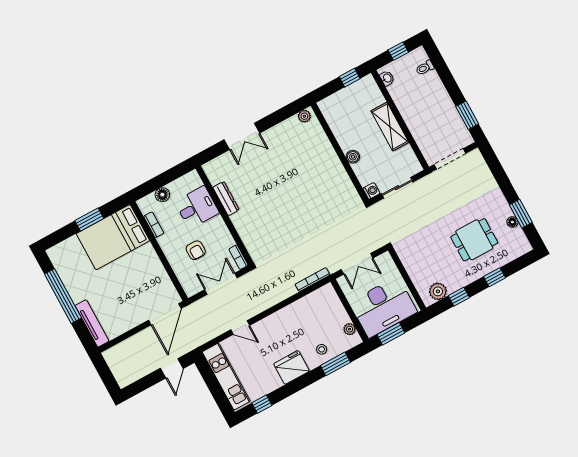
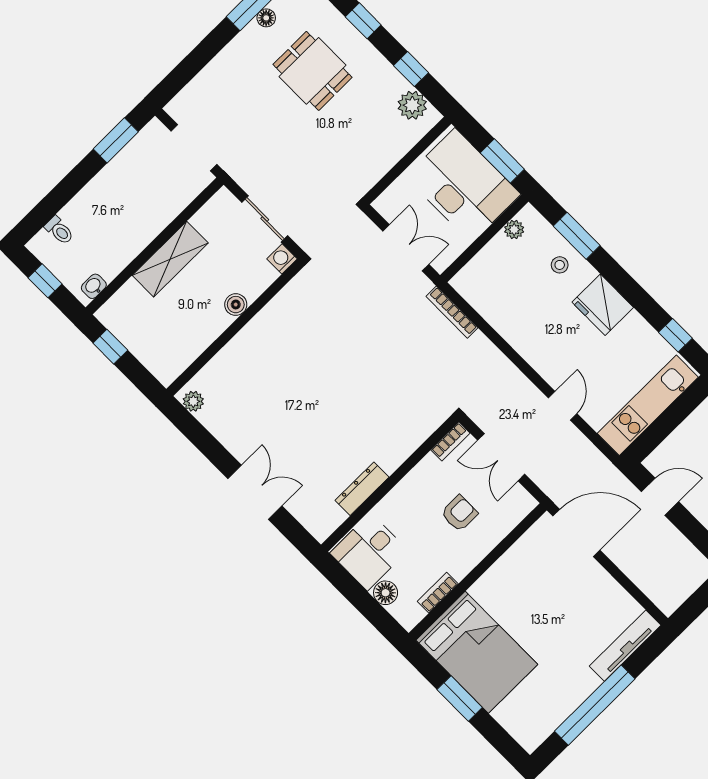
desk: (197, 207) -> (369, 552), moved, turned -90

